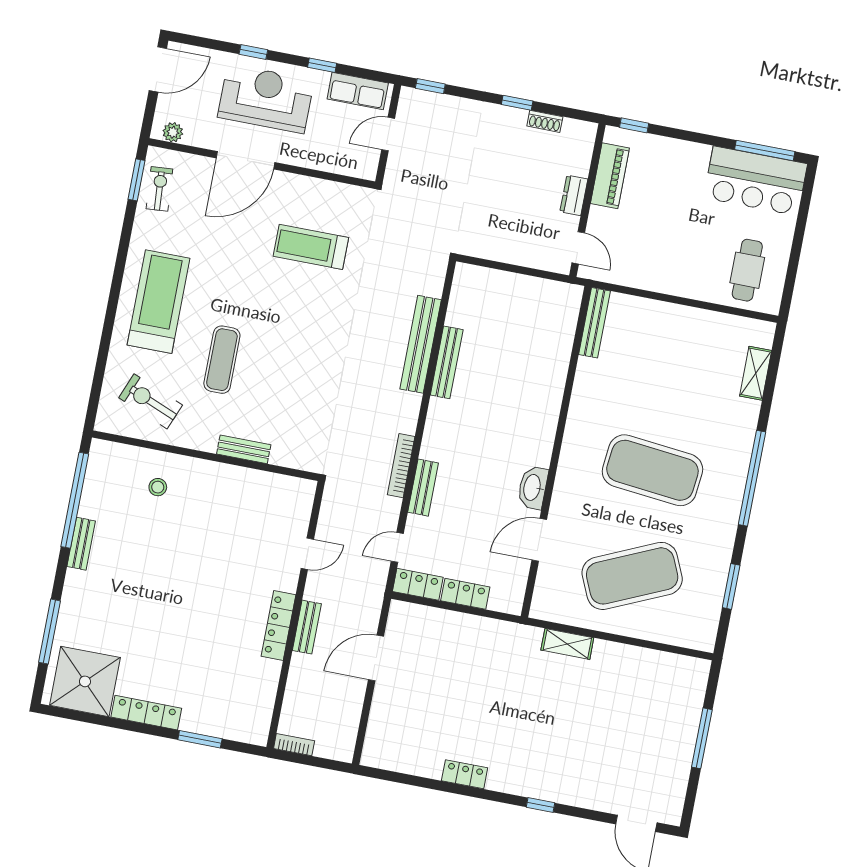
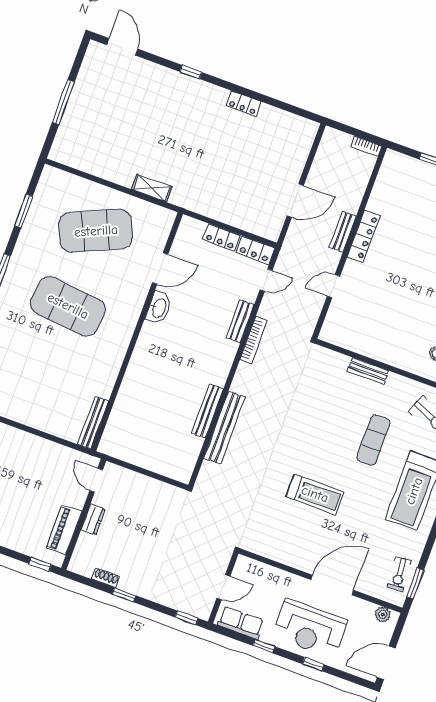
treadmill: (311, 247) -> (315, 494), moved

